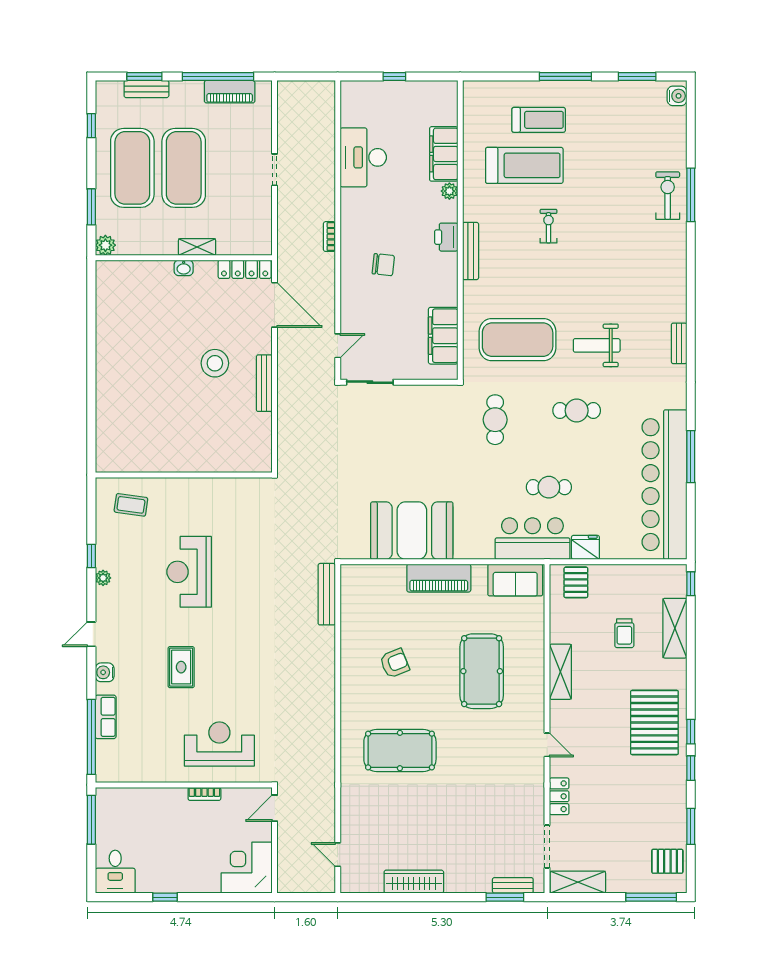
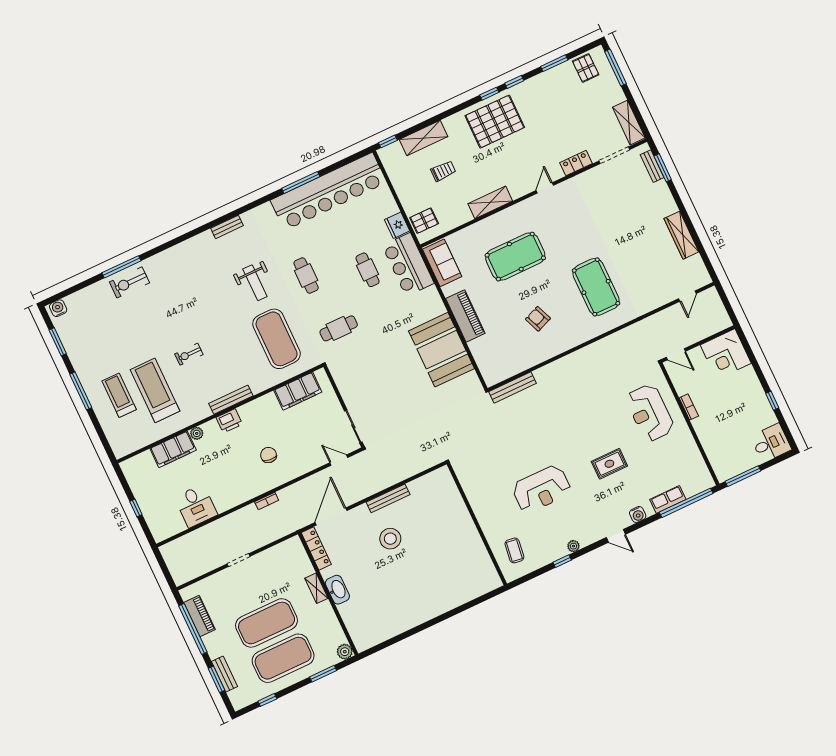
desk: (363, 157) -> (196, 506), width x0.73
washbasin: (184, 268) -> (337, 590), width x1.91, depth x1.45

